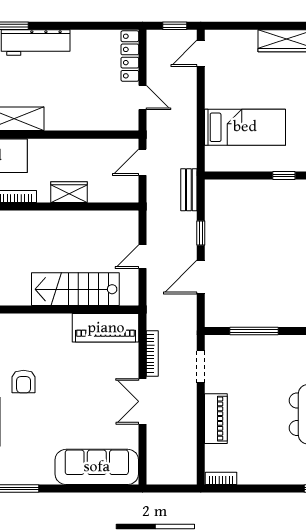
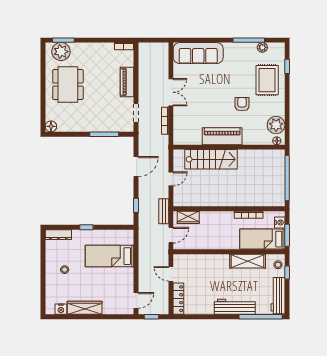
bench: (189, 190) -> (164, 211), moved
wardrobe: (69, 192) -> (188, 217), moved
window: (201, 233) -> (136, 205), moved
piano: (106, 328) -> (222, 136), moved

